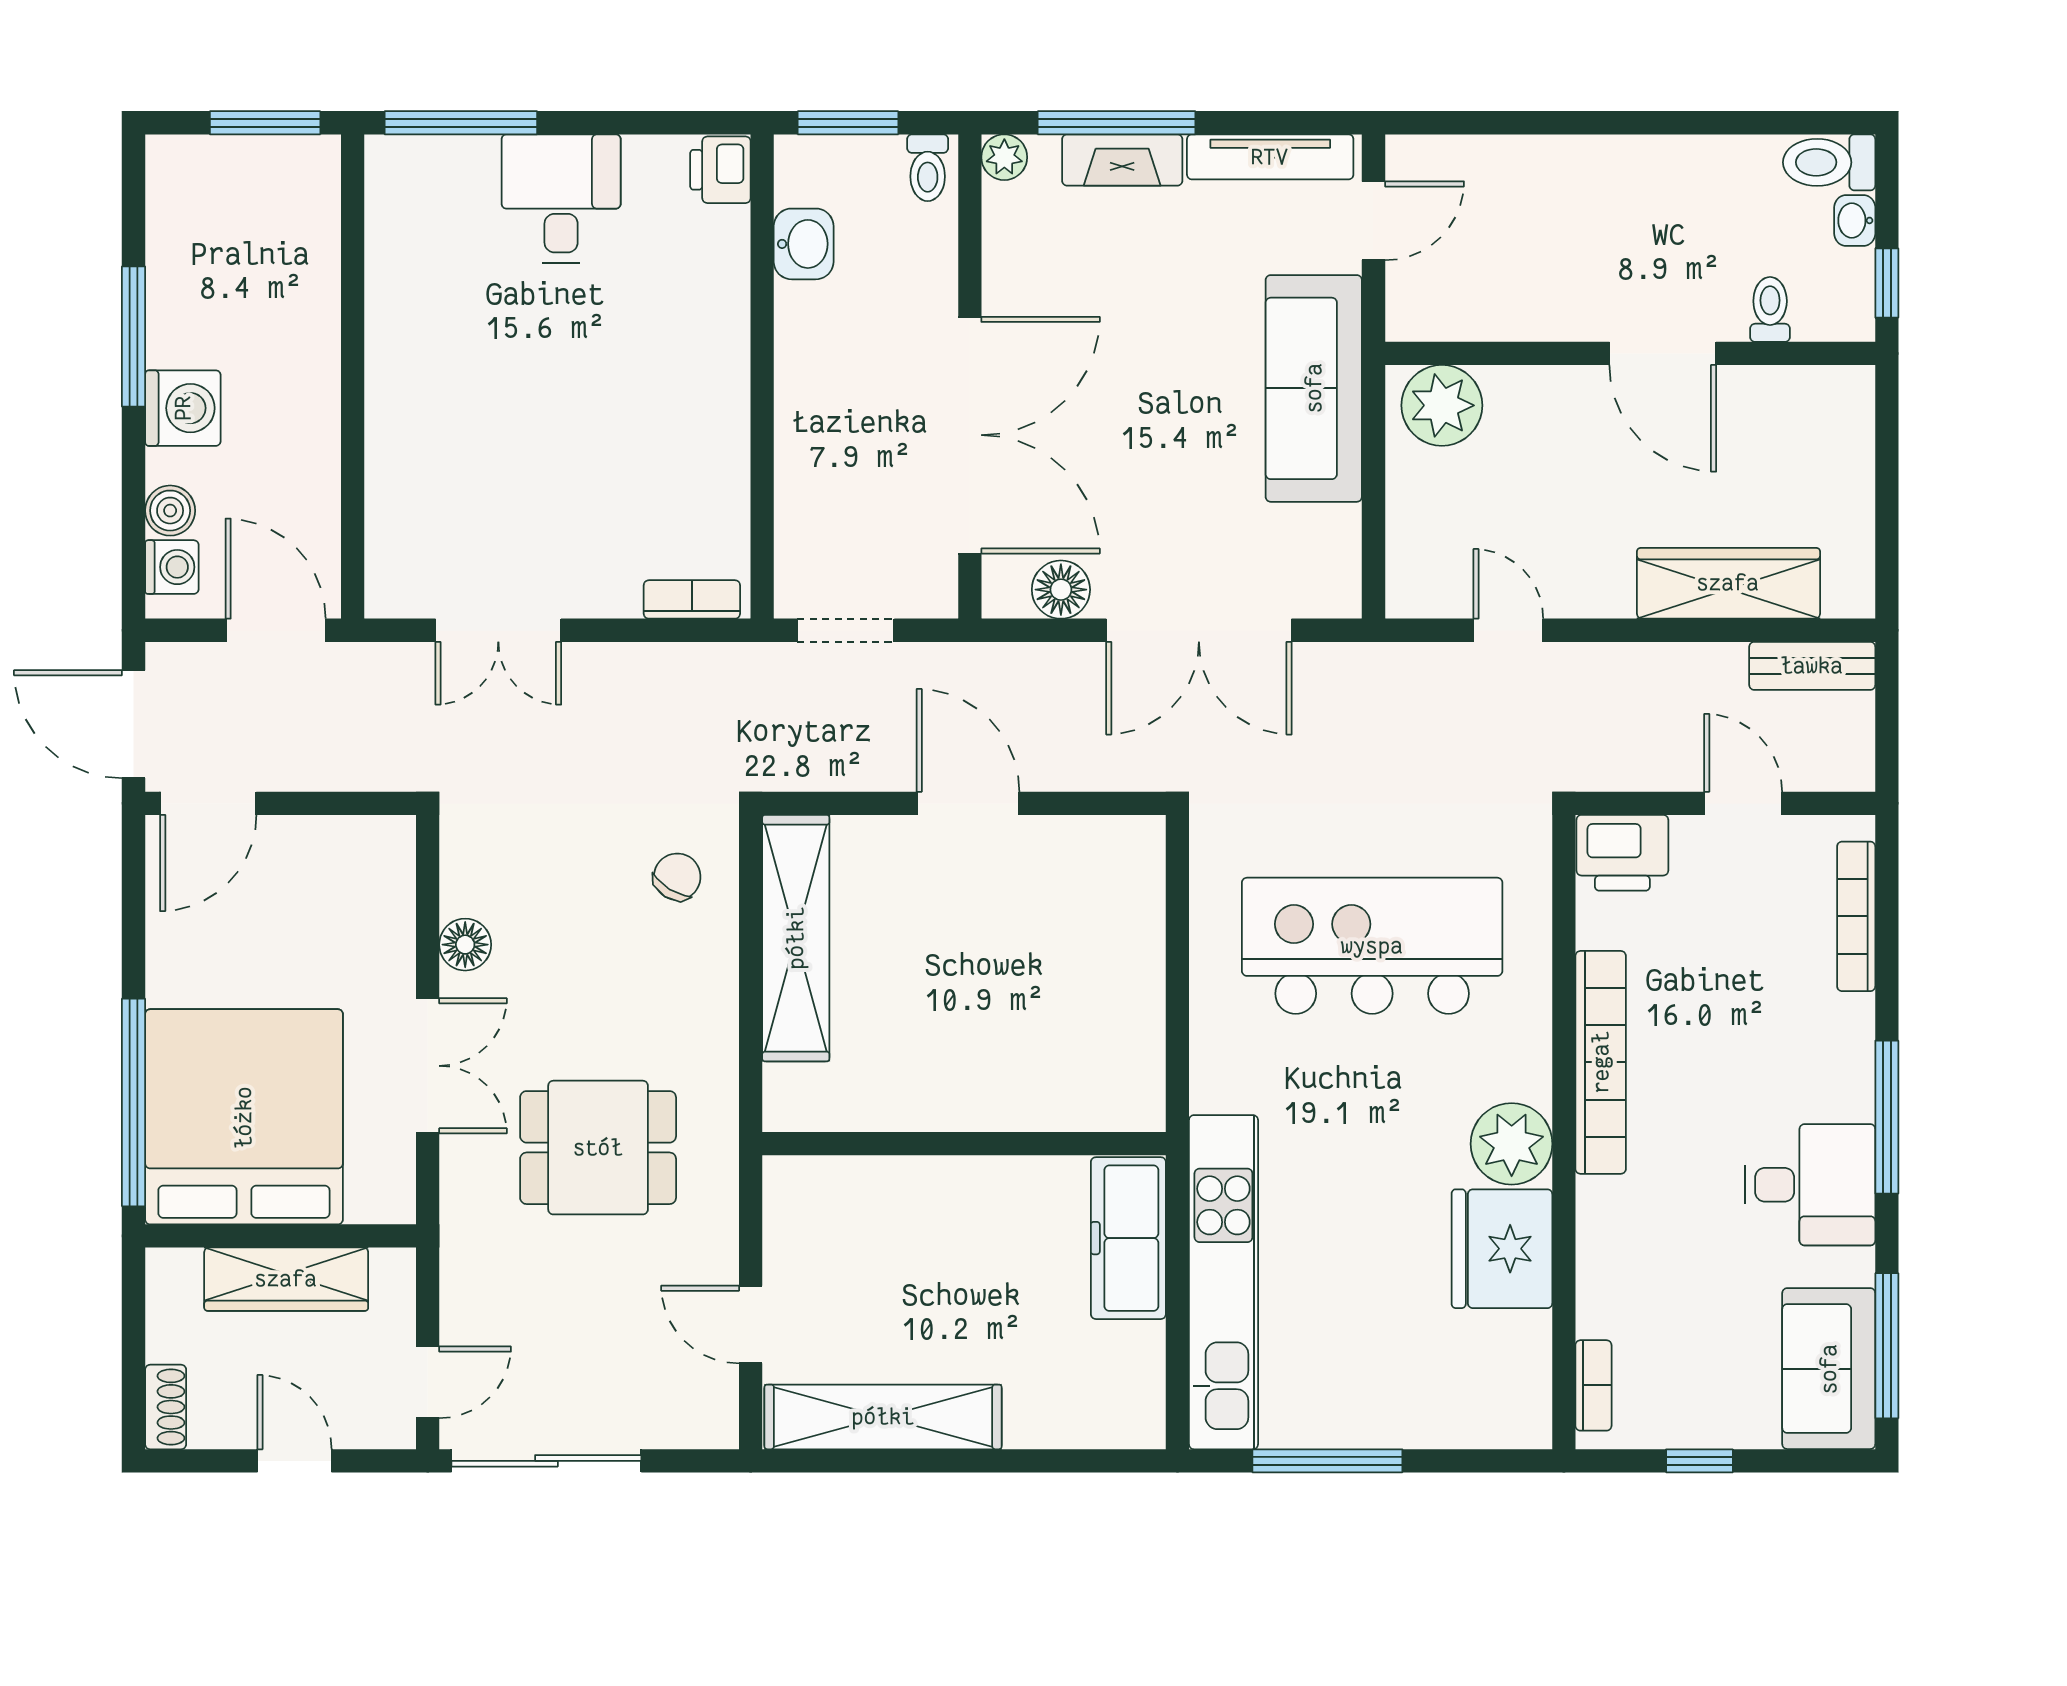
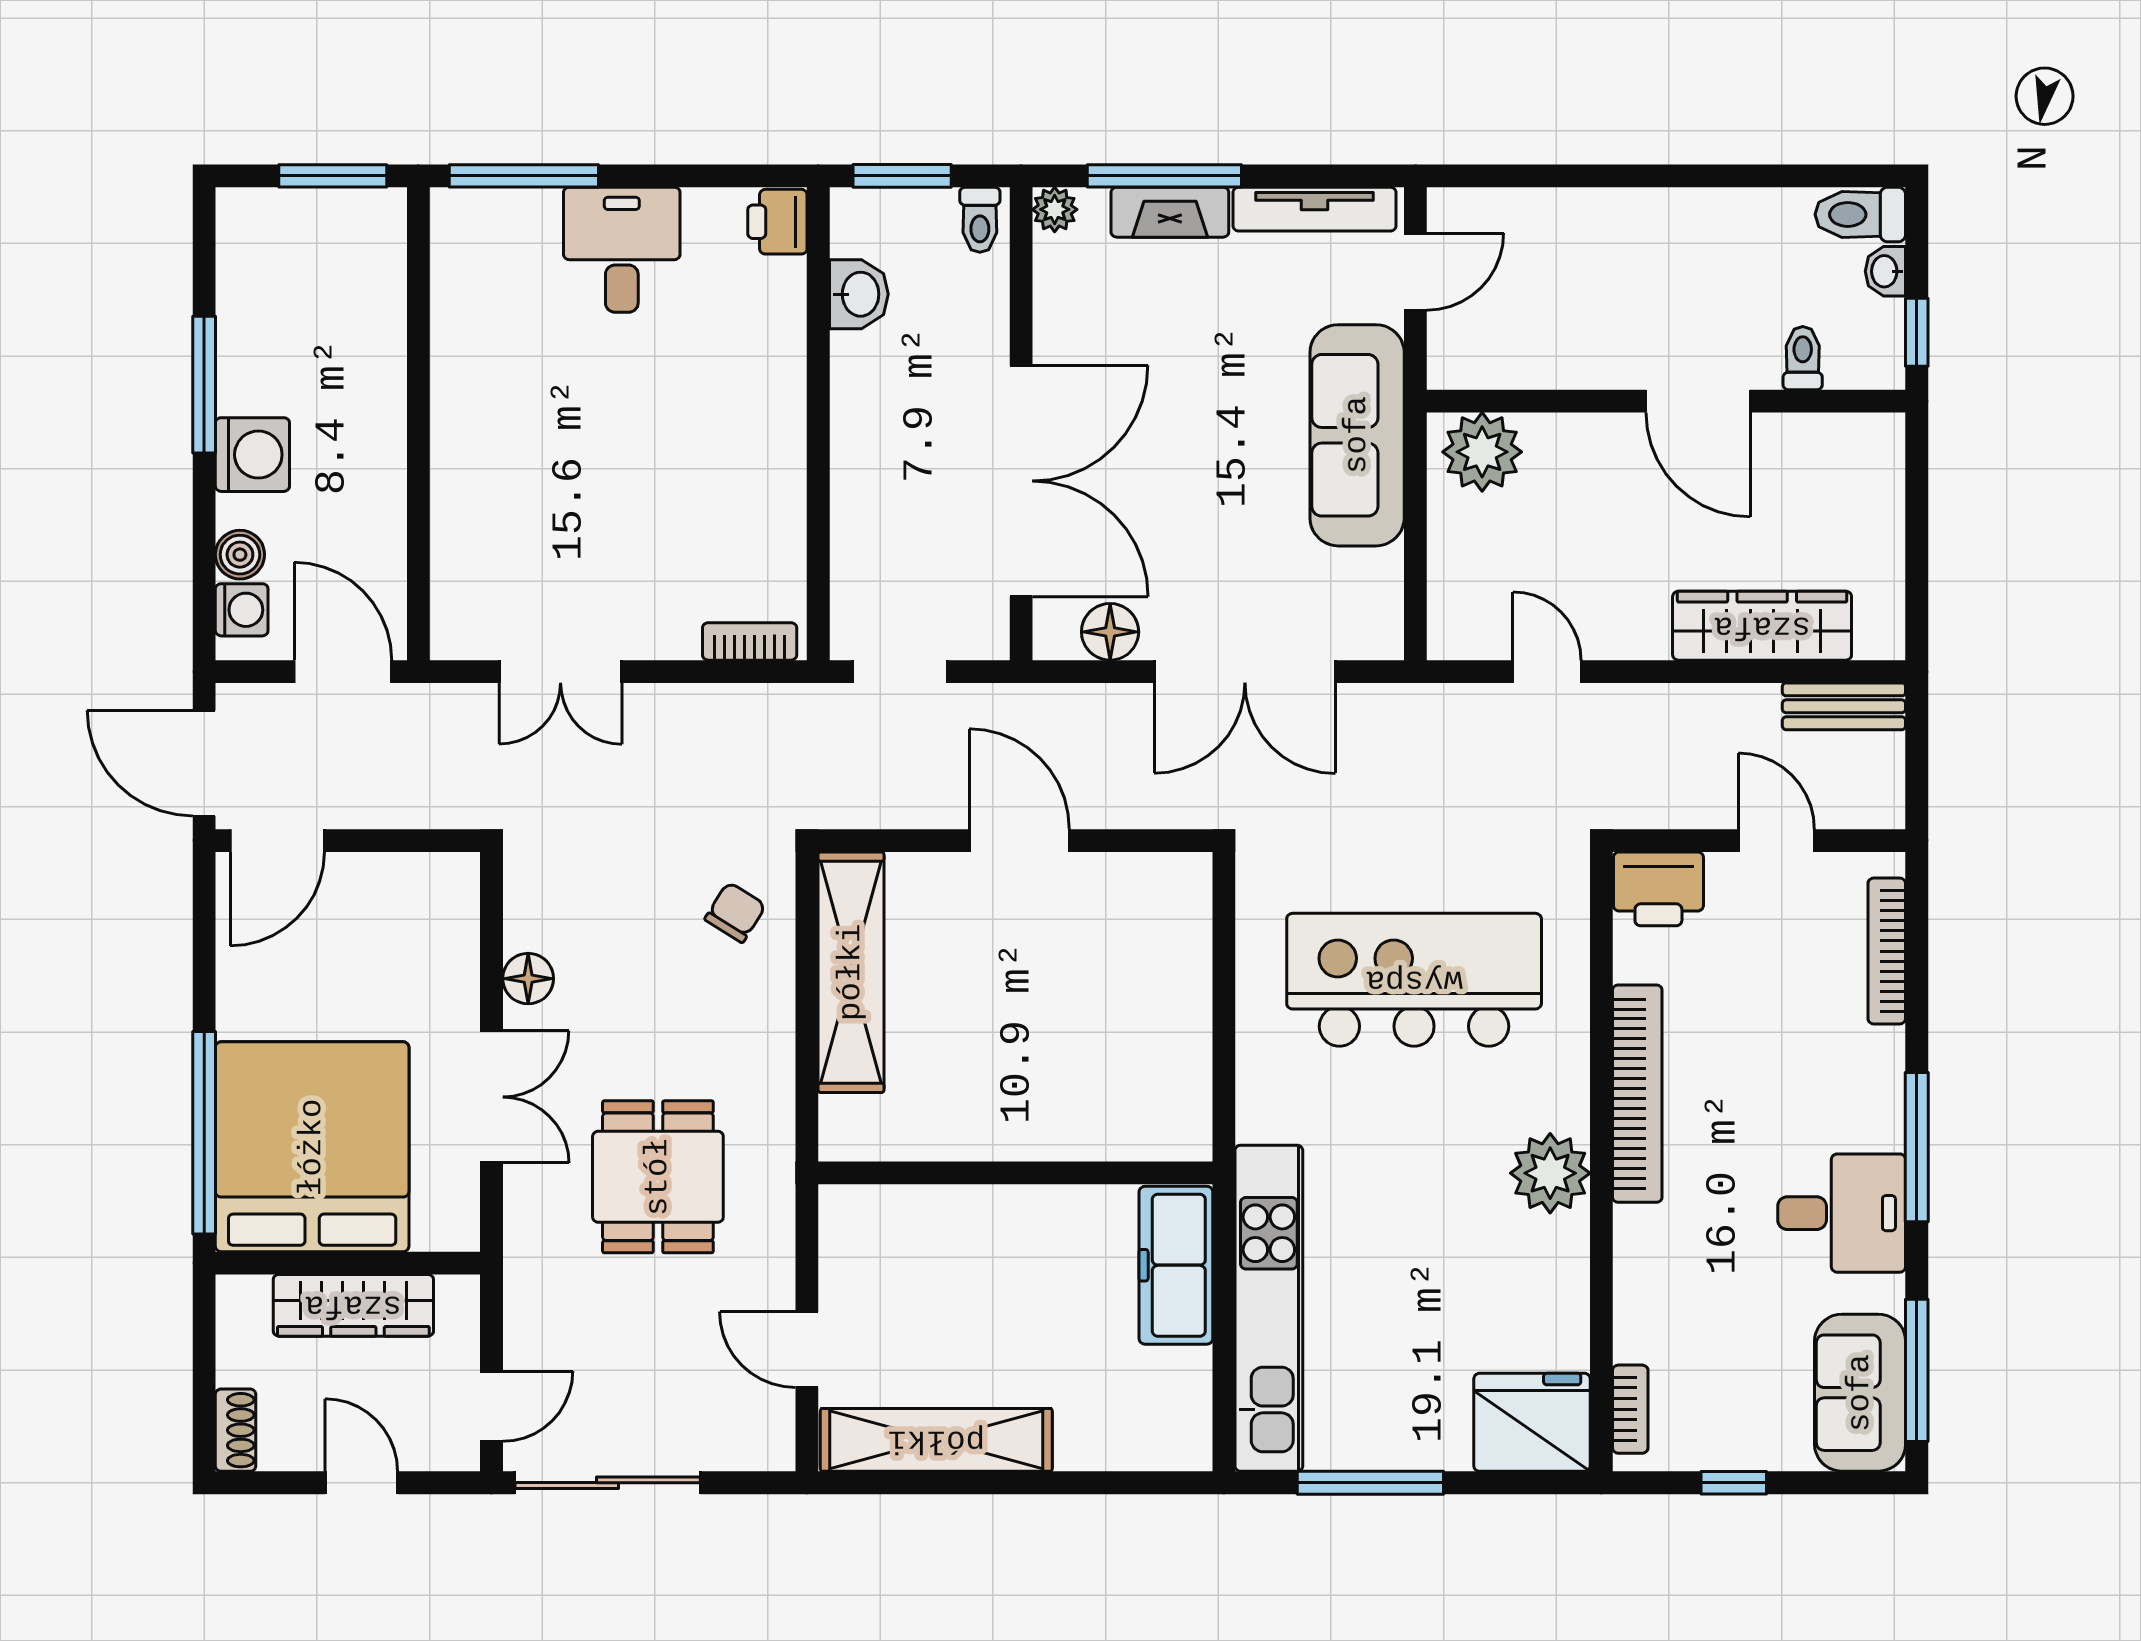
dining table: (598, 1148) -> (658, 1177), turned 90
fridge: (1502, 1249) -> (1532, 1422), moved, turned 90

